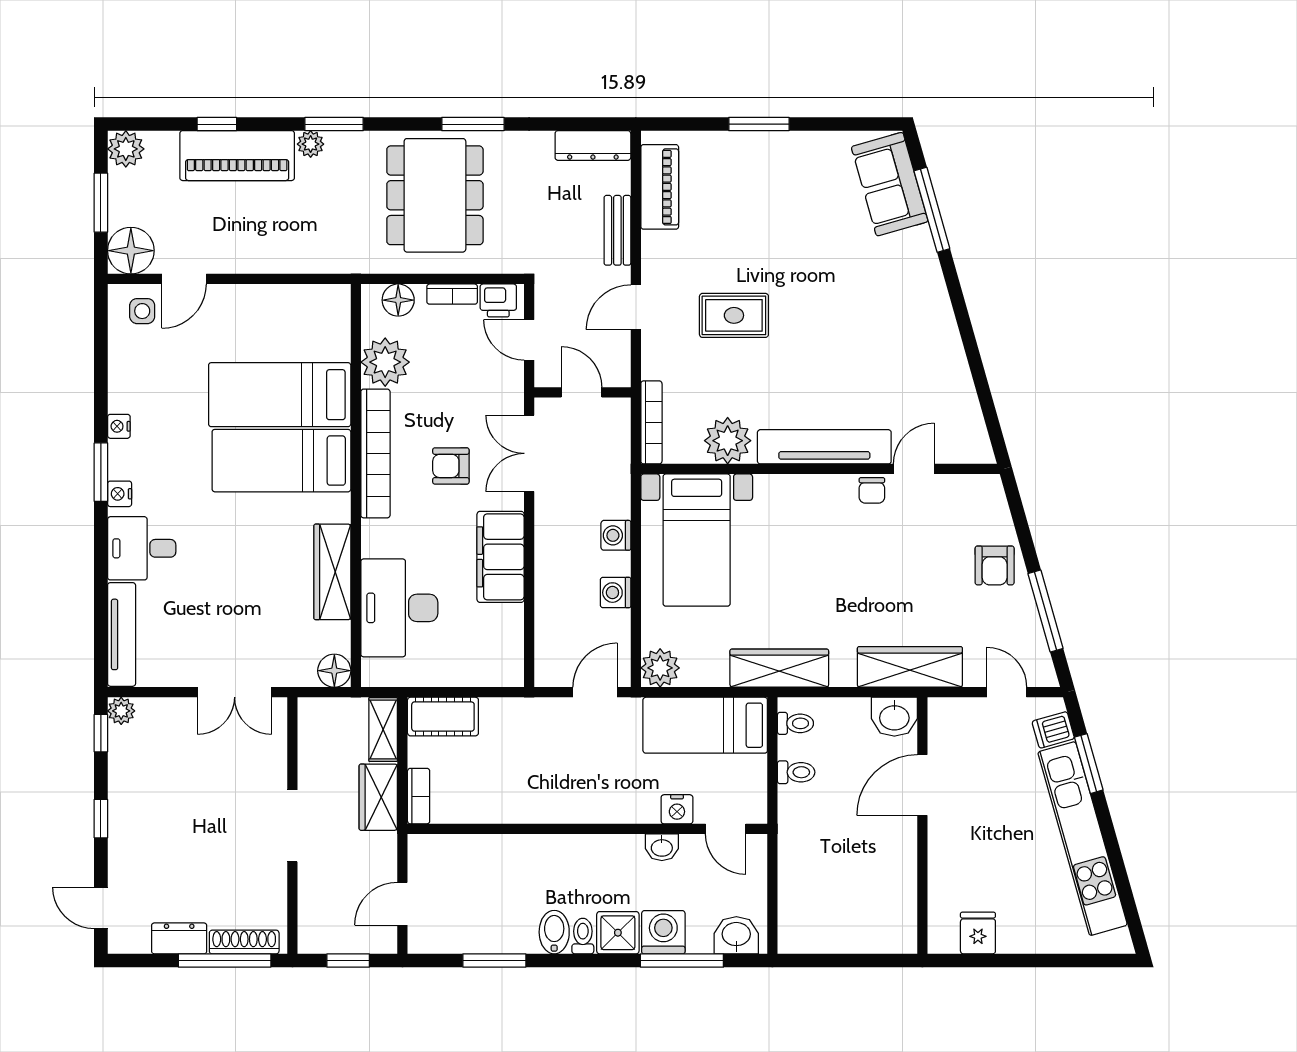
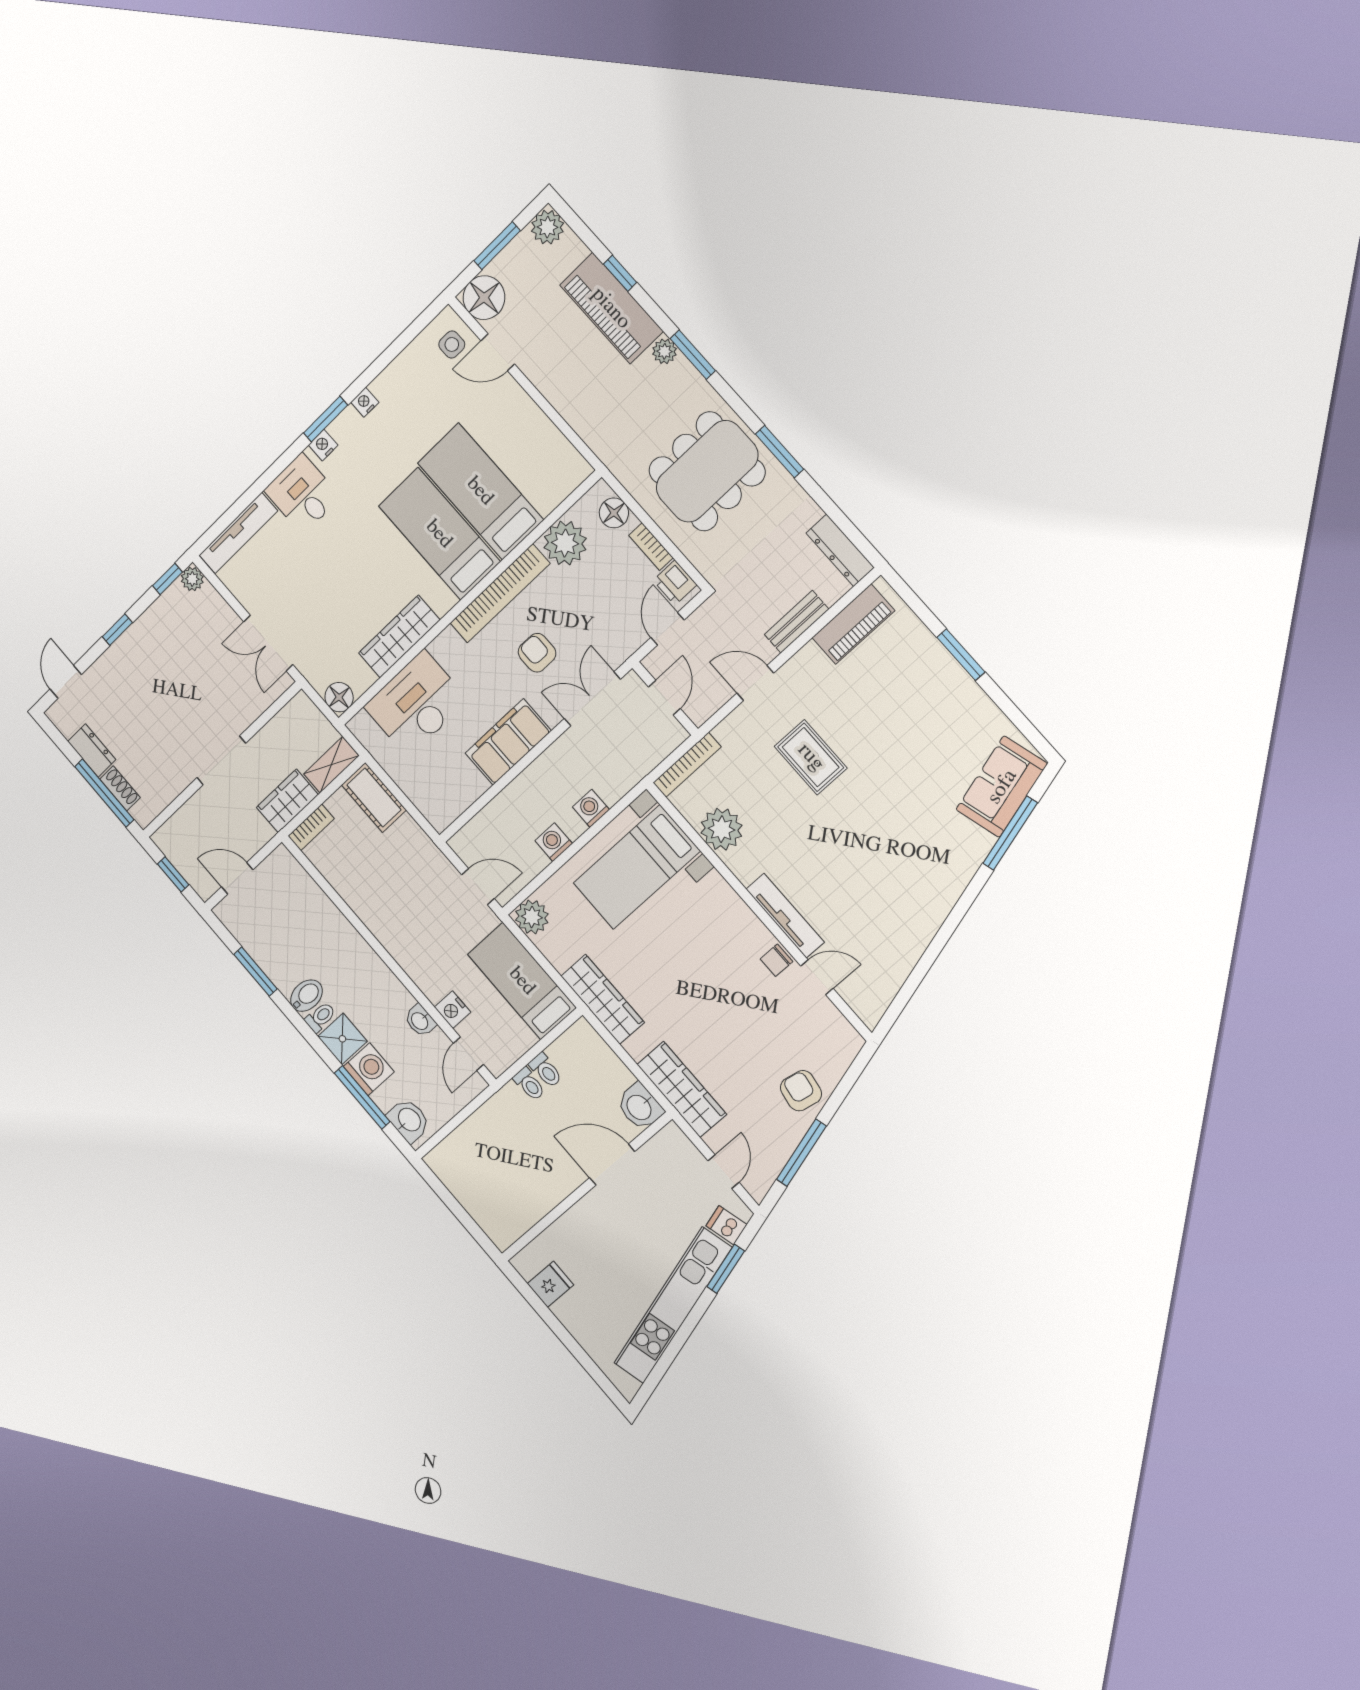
tv unit: (824, 447) -> (785, 916), width x0.73, depth x0.78
armchair: (995, 565) -> (801, 1091), turned 100
toilet: (795, 723) -> (529, 1084), moved
shoe rack: (244, 942) -> (120, 788), width x0.70

